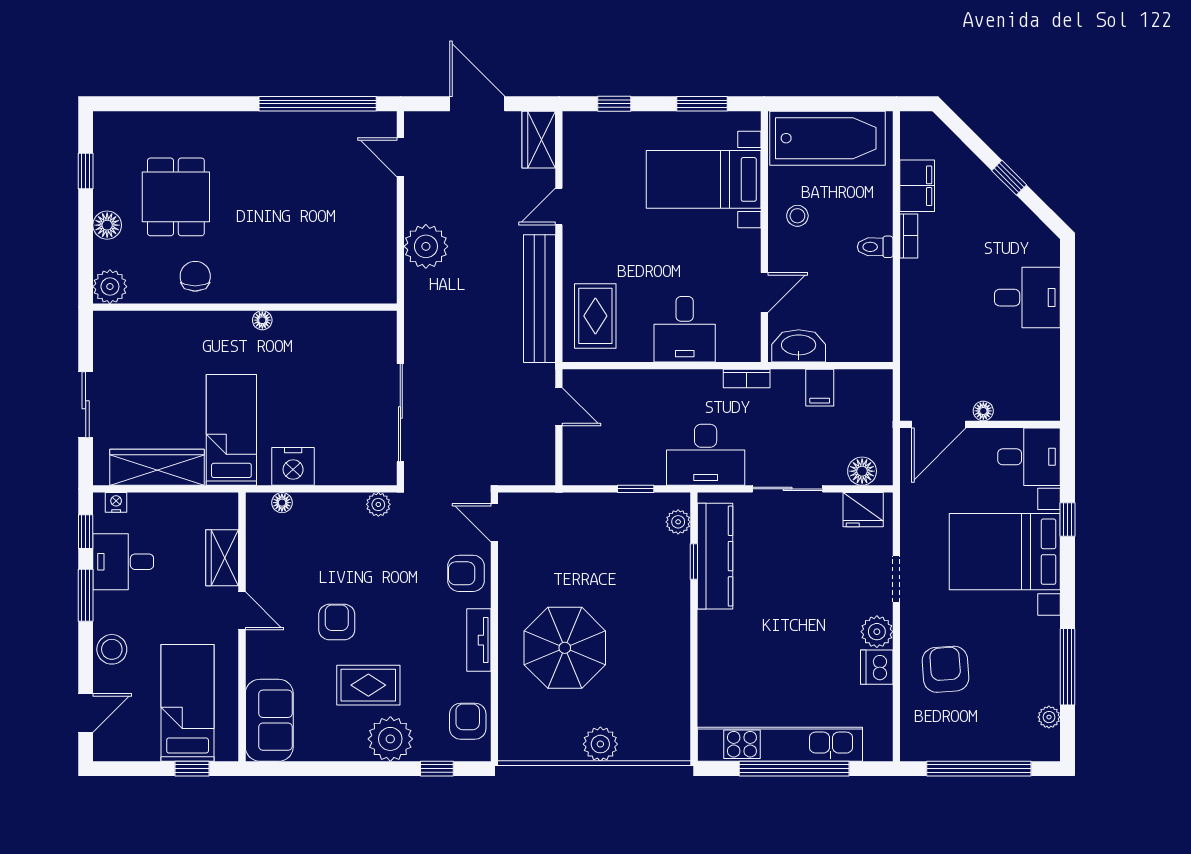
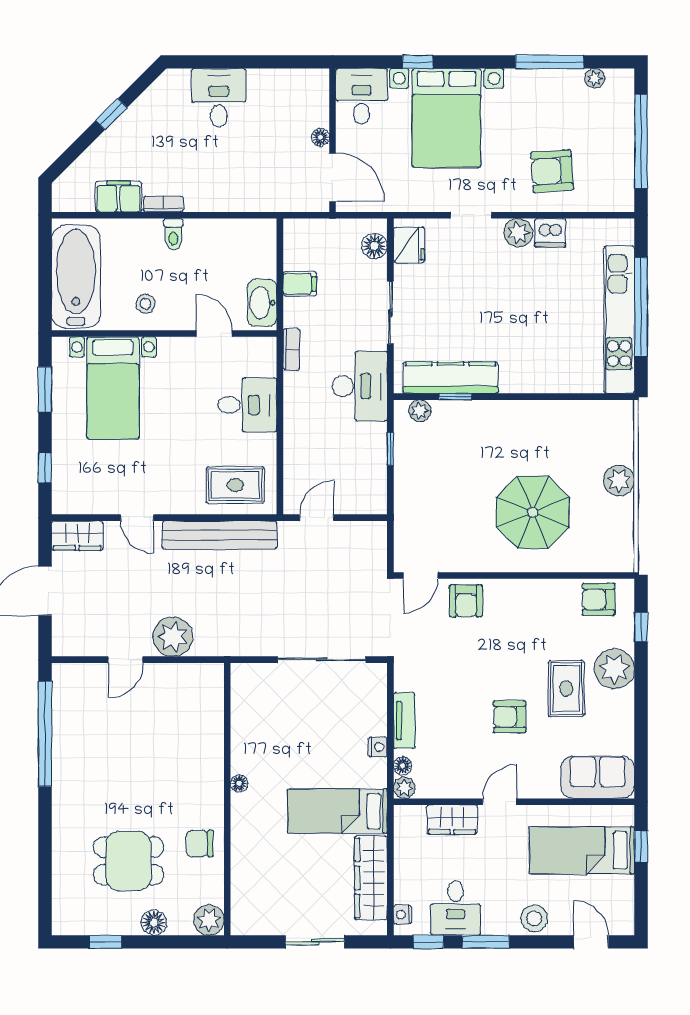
door: (400, 157) -> (126, 660), moved
nightstand: (293, 466) -> (378, 747), width x0.53, depth x0.56
plant: (378, 504) -> (404, 788), moved
tv unit: (479, 640) -> (404, 720), moved, turned -90

